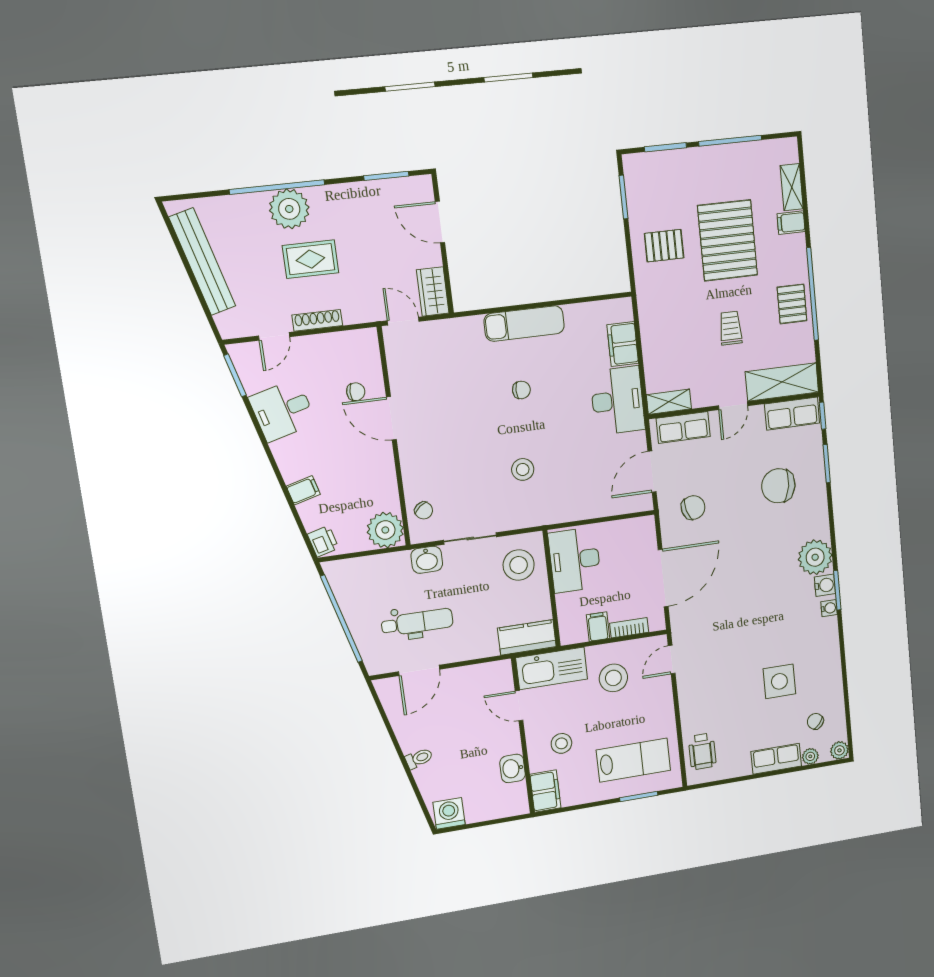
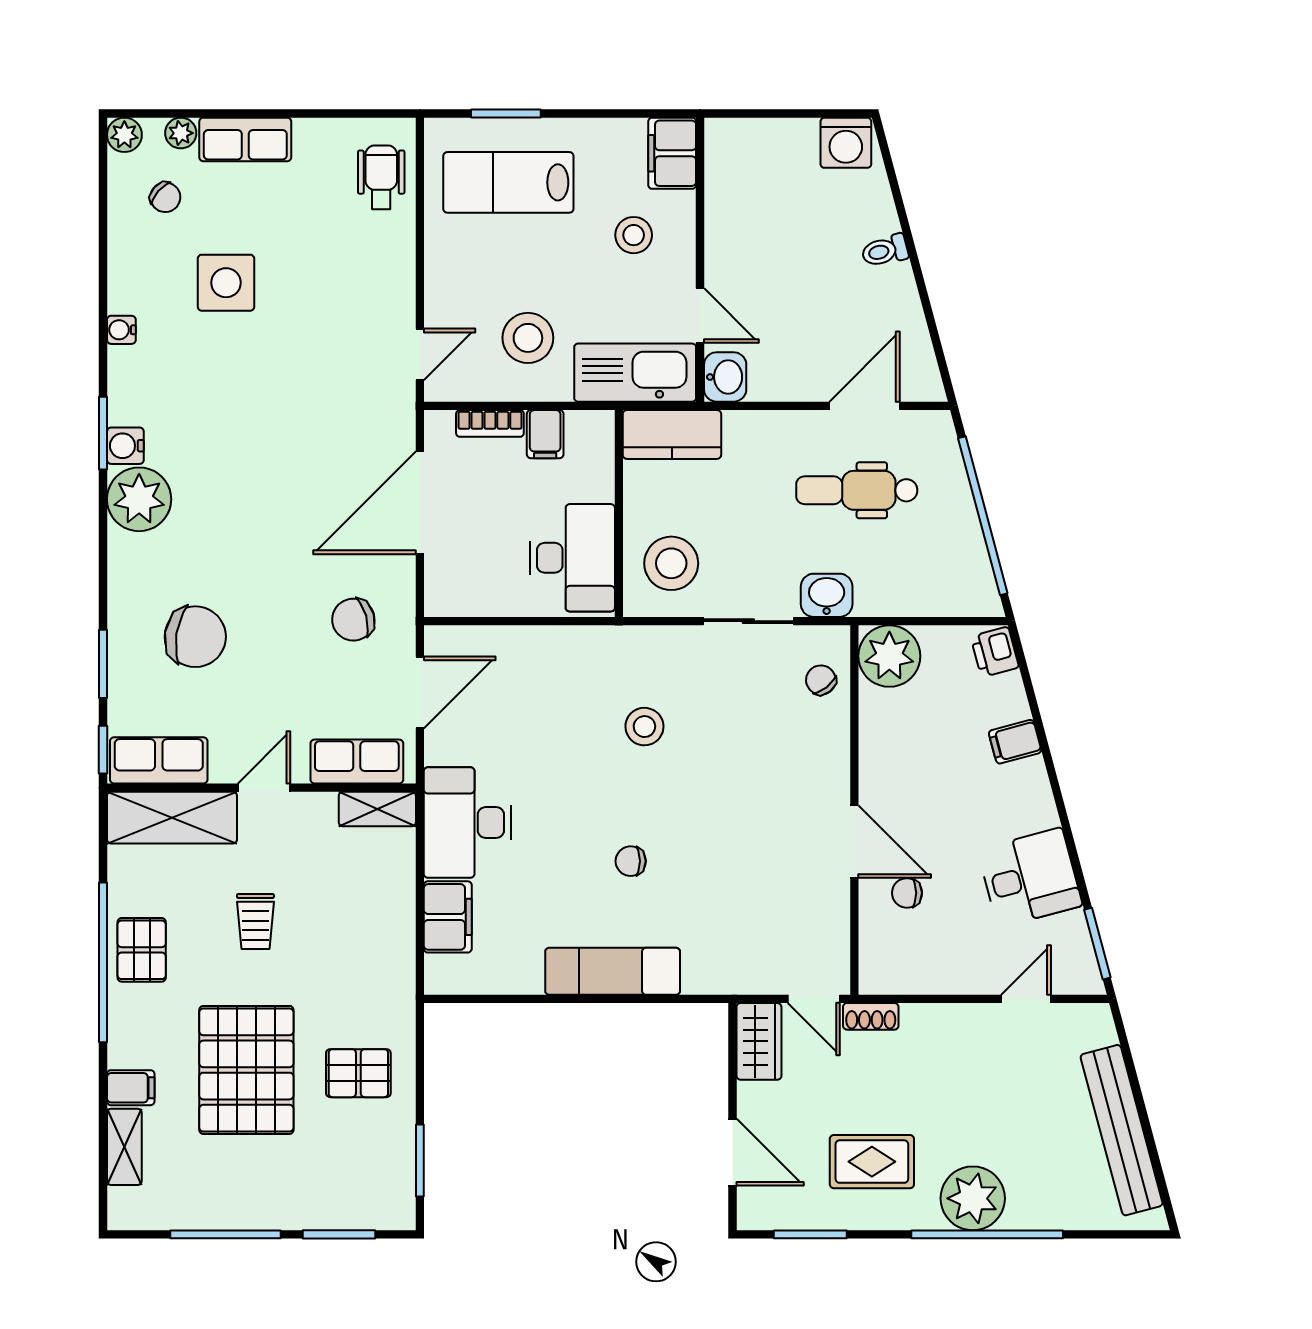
rug: (311, 259) -> (872, 1162), moved
shoe rack: (317, 320) -> (871, 1016), moved, width x0.70
water cooler: (829, 608) -> (121, 330), moved
washbasin: (513, 768) -> (725, 377), moved

